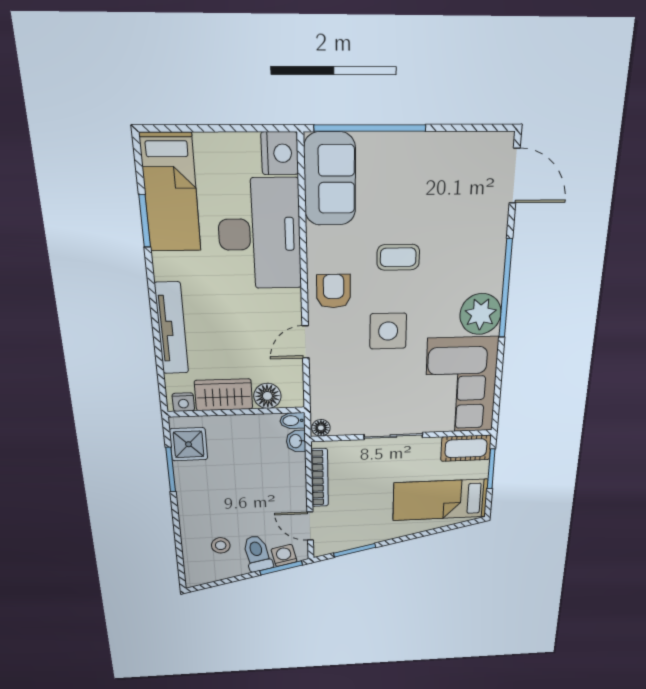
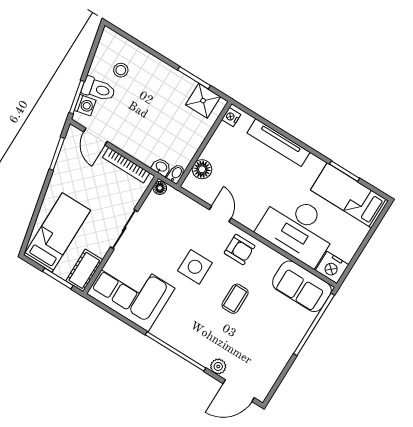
plant: (481, 314) -> (218, 366), moved, width x0.53, depth x0.53
wardrobe: (224, 395) -> (220, 144), removed
door: (310, 526) -> (95, 137), swing flipped

